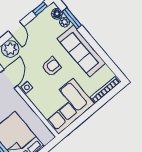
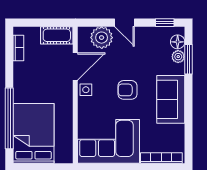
door: (16, 29) -> (124, 23), hinge flipped
sofa: (81, 51) -> (171, 99), width x0.73
armchair: (51, 67) -> (127, 90), turned 180

